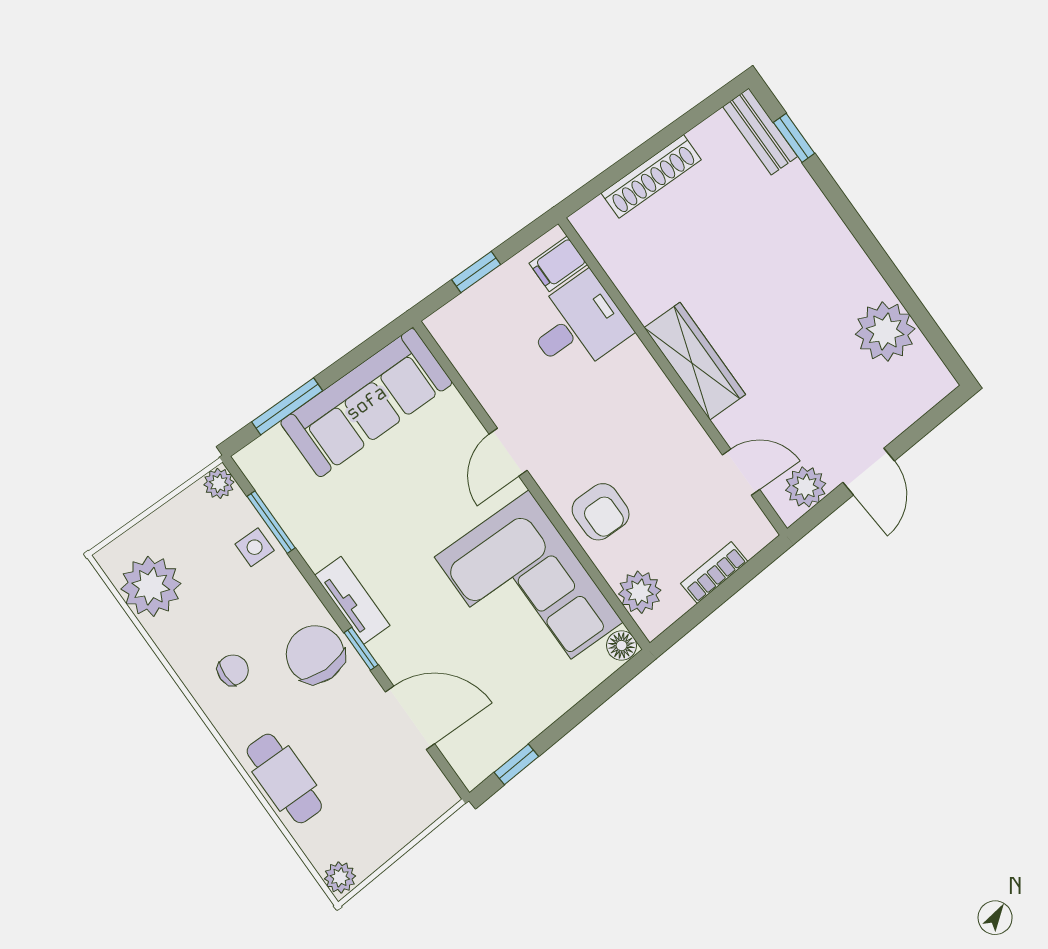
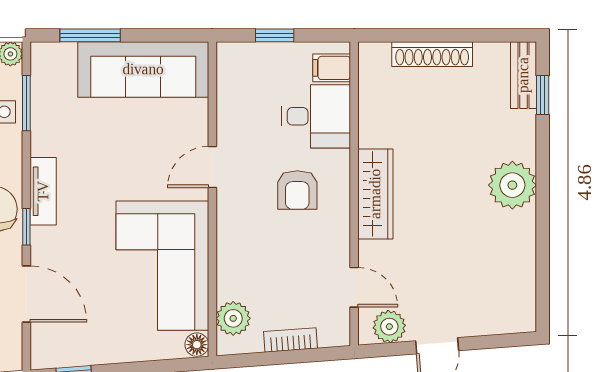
plant: (885, 331) -> (512, 185), moved
armchair: (601, 512) -> (297, 190), moved

